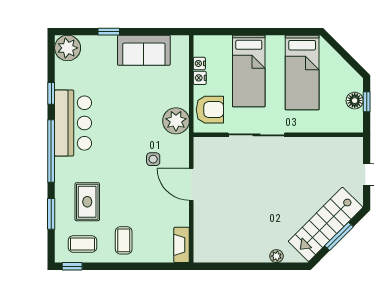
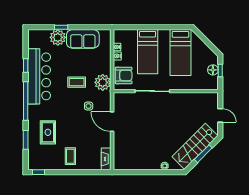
plant: (68, 48) -> (58, 37), moved
bar counter: (73, 123) -> (39, 76), width x1.36
coffee table: (82, 244) -> (77, 82), moved

